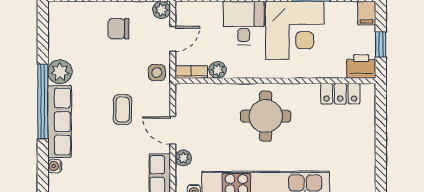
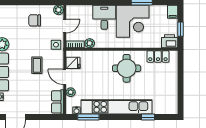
fridge: (188, 105) -> (73, 63), added
round table: (266, 116) -> (127, 68), moved

